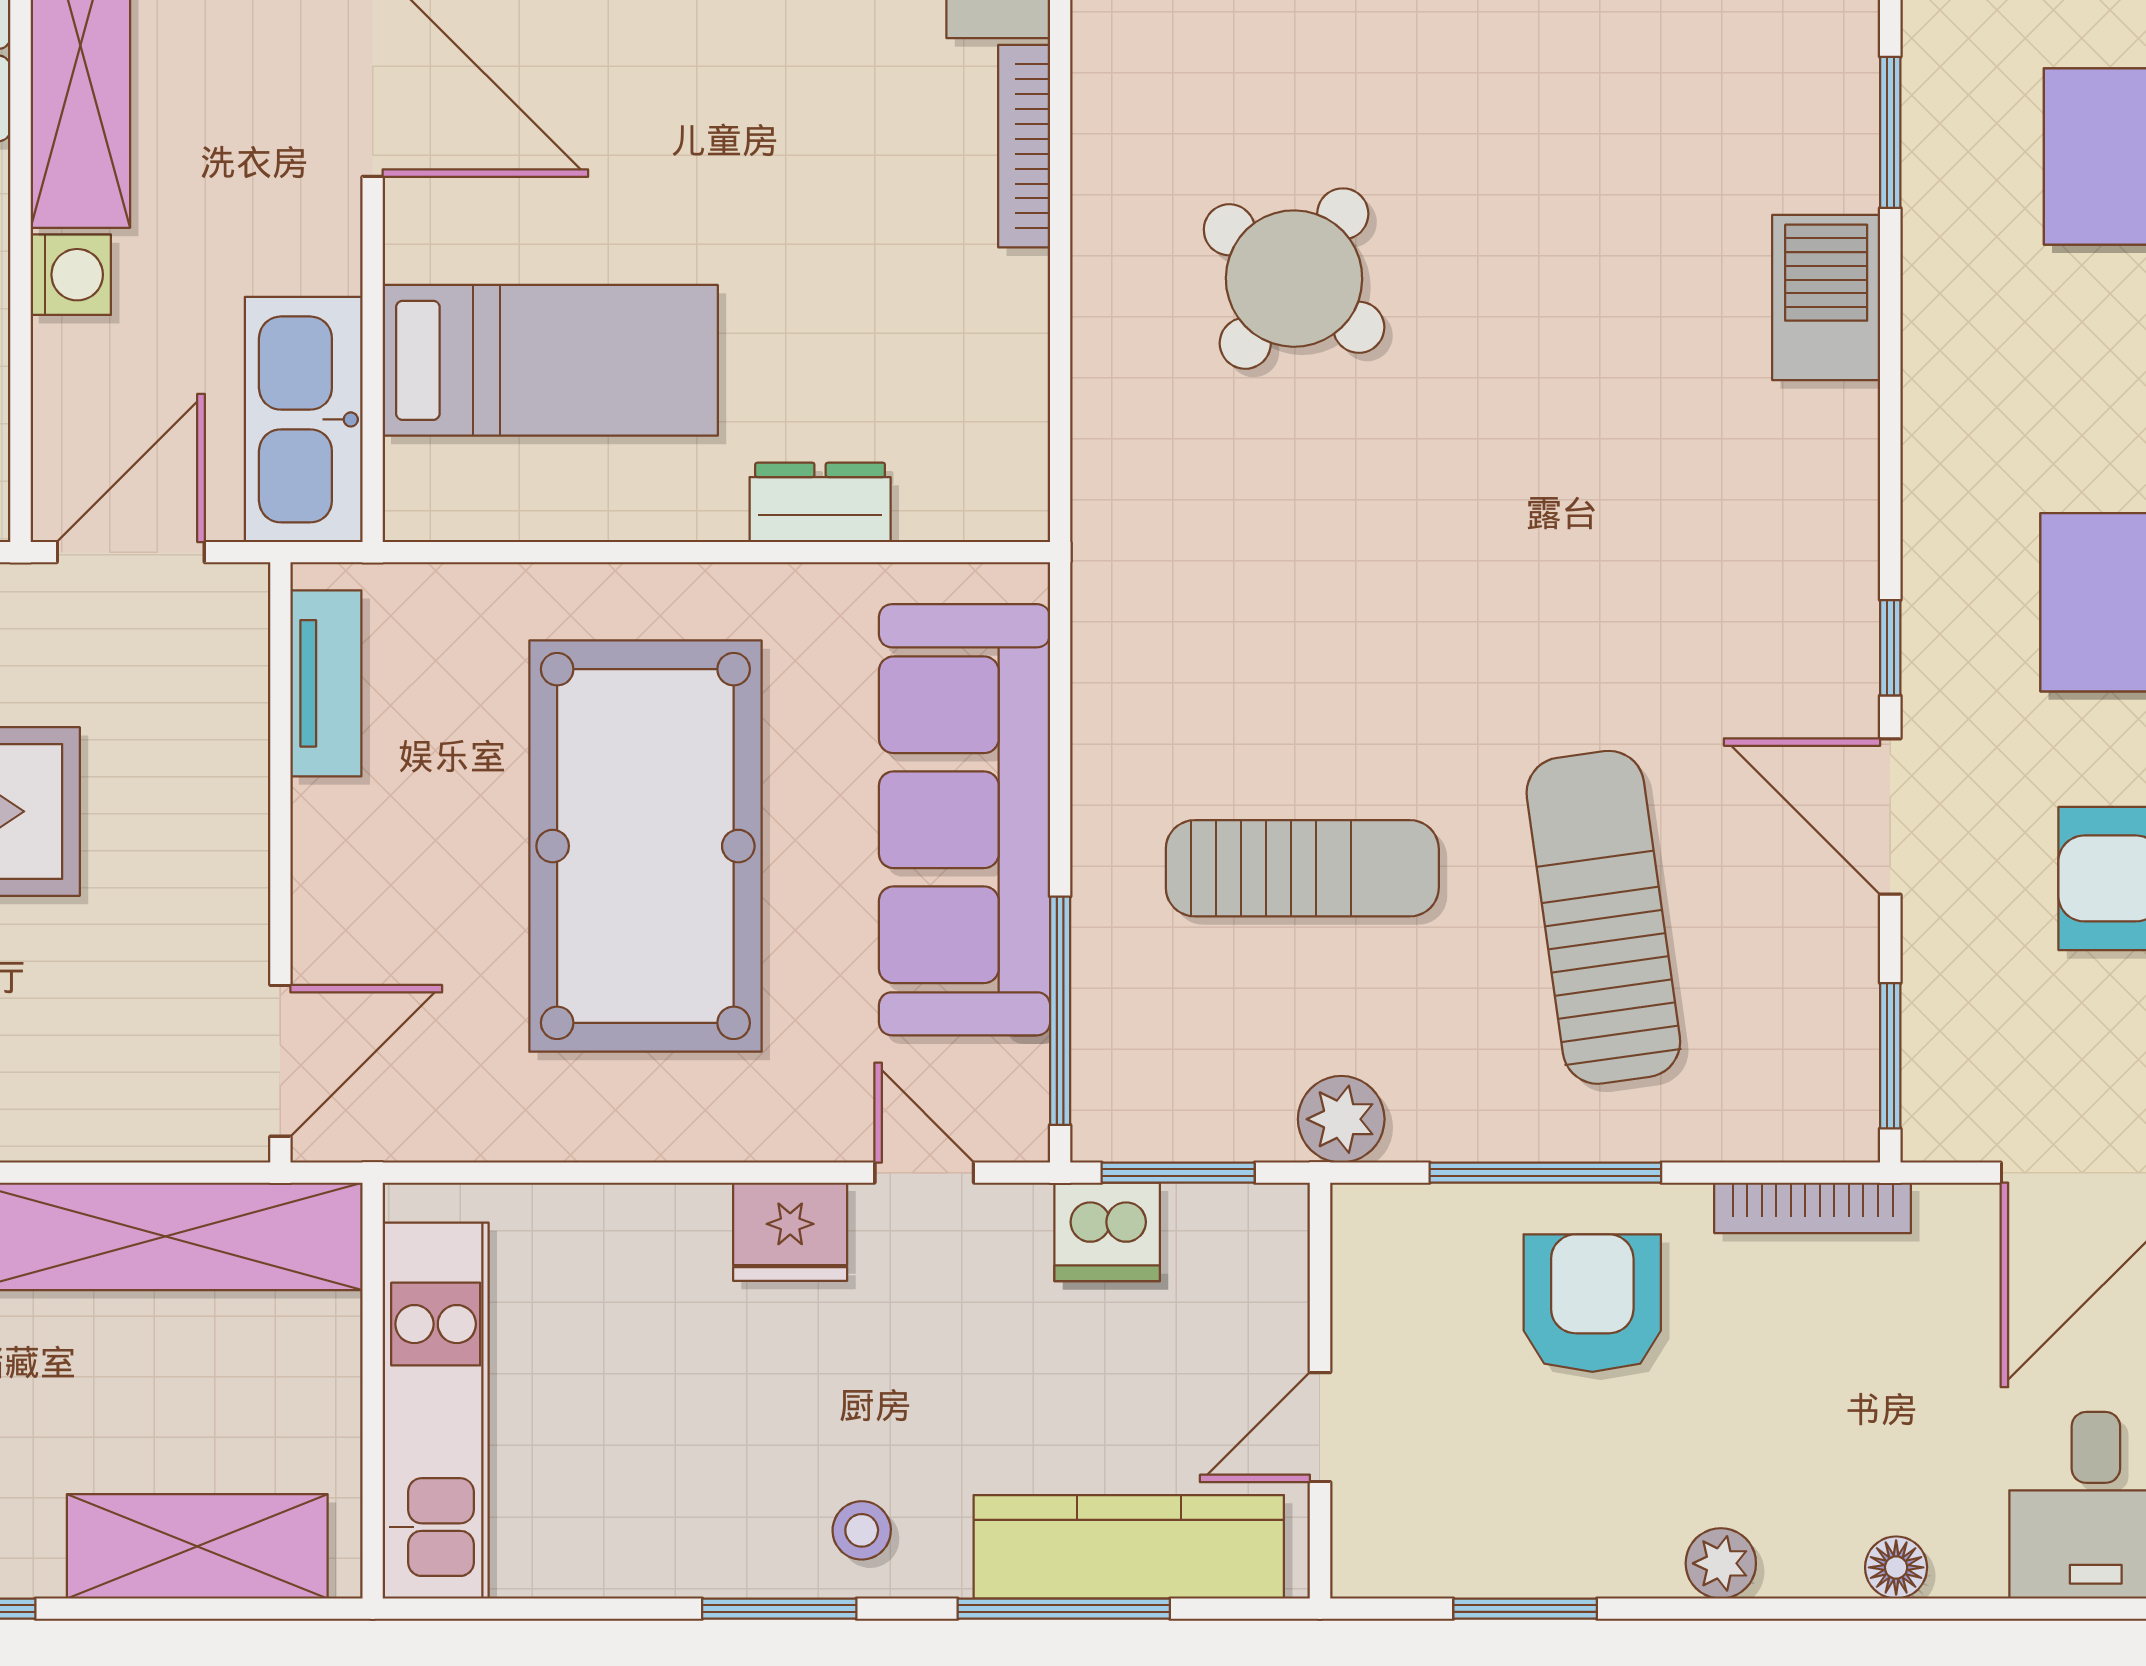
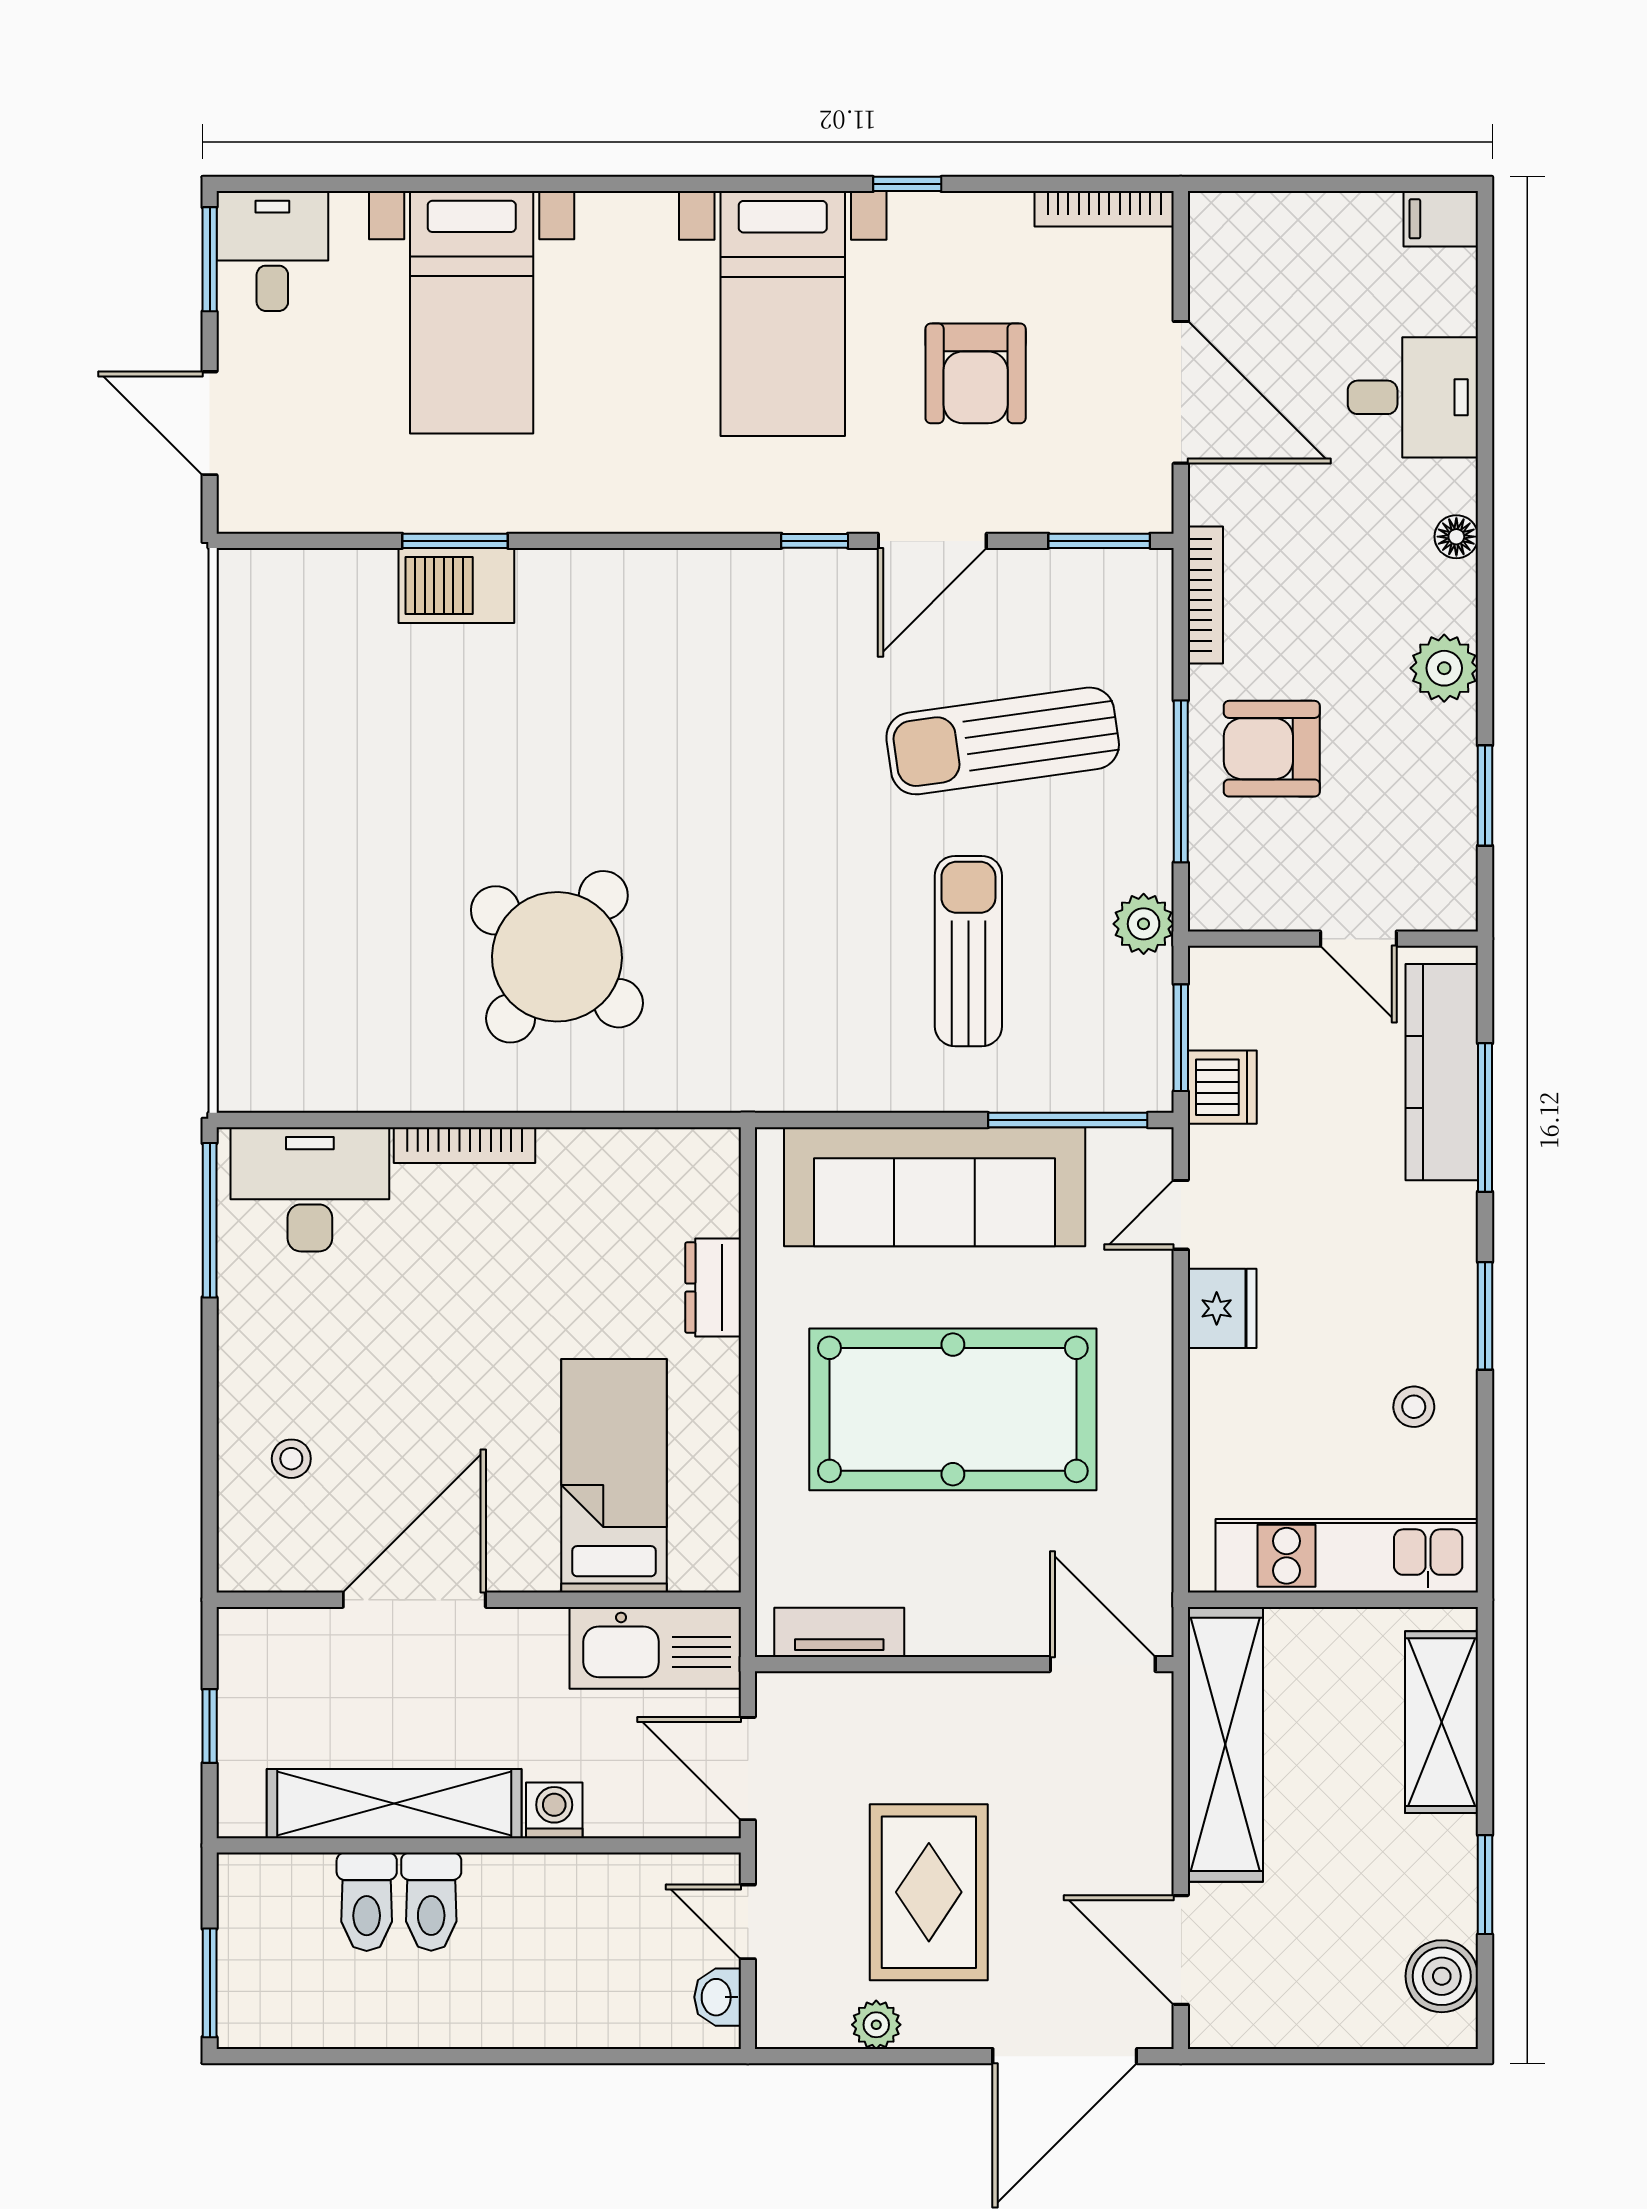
round table: (1294, 279) -> (557, 957), width x1.36, depth x1.36
barbecue: (1826, 297) -> (456, 585), moved
stool: (862, 1530) -> (1414, 1407), moved
plant: (1721, 1563) -> (1444, 668), width x1.38, depth x1.38

